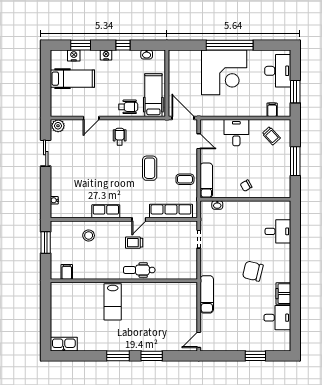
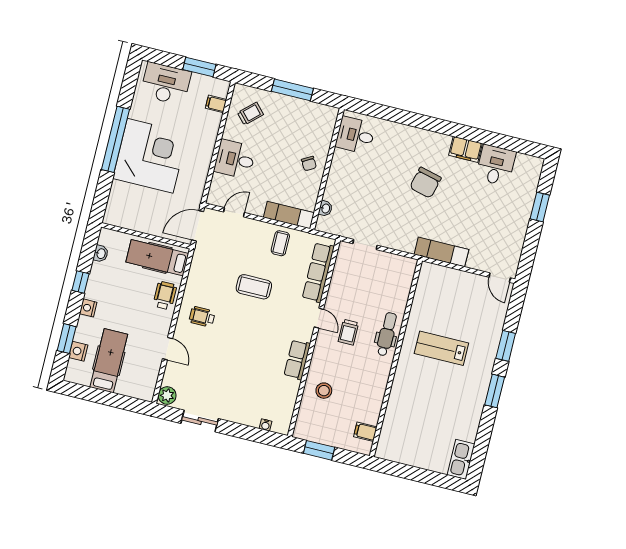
desk: (278, 231) -> (355, 135), moved, turned -90
dental chair: (139, 270) -> (387, 334), turned 180
lab bench: (113, 302) -> (441, 348), moved, turned 180

